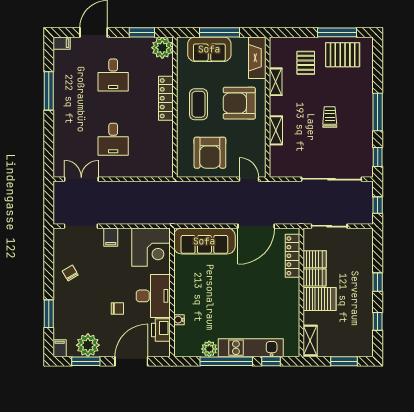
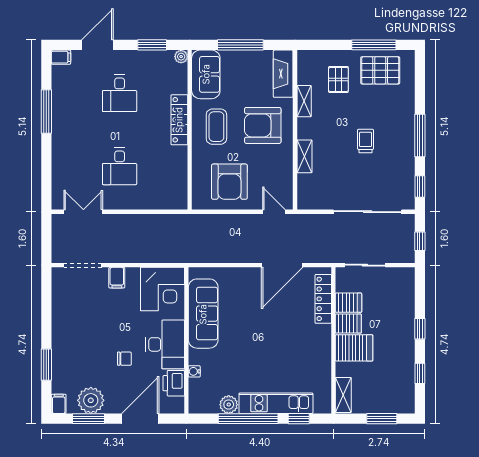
plant: (162, 48) -> (181, 57), width x0.53, depth x0.53
sofa: (209, 49) -> (206, 74), moved, turned -90
sofa: (204, 241) -> (203, 314), moved, turned -90
chair: (70, 273) -> (71, 318), removed

